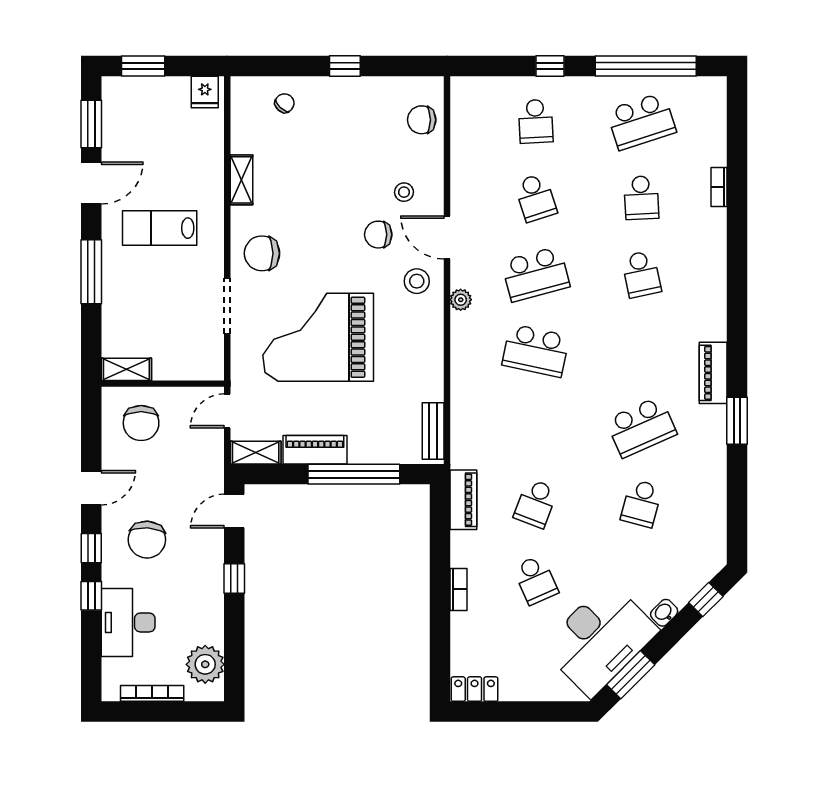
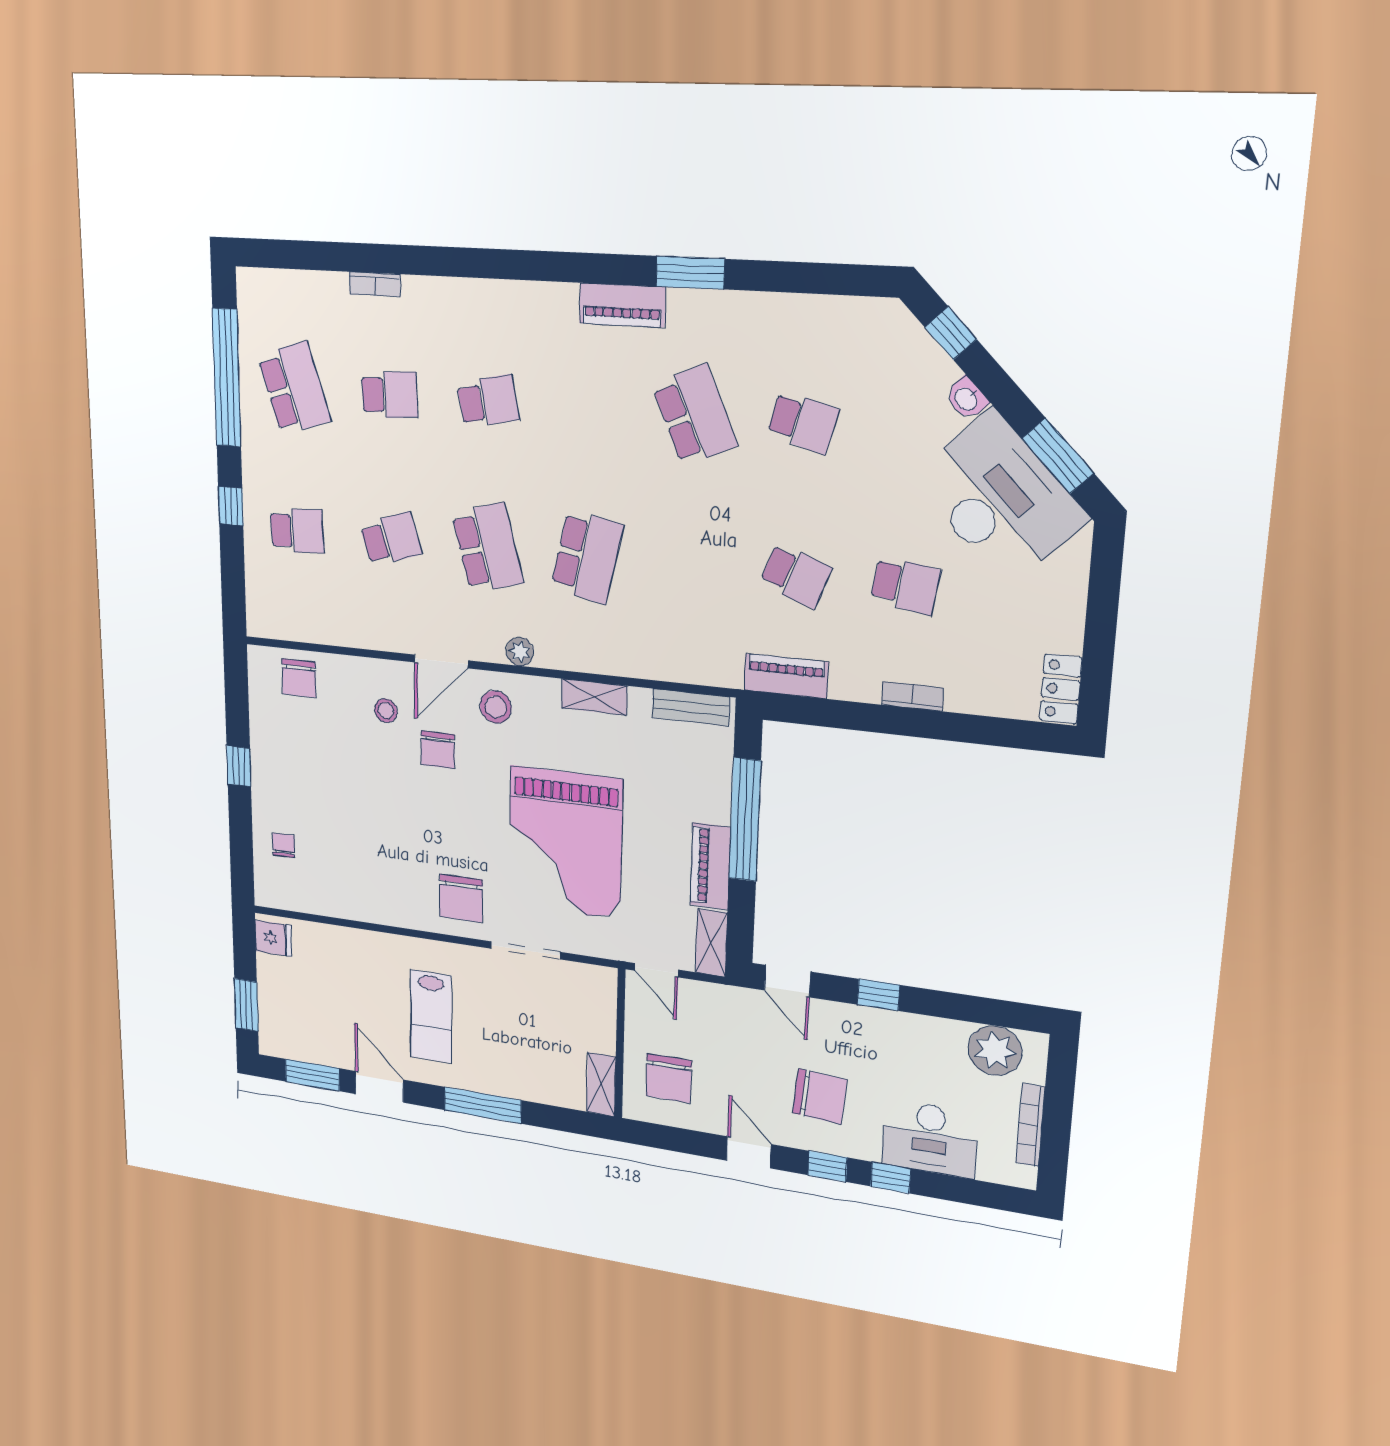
chair: (284, 103) -> (284, 845), turned 47
shelving: (242, 180) -> (594, 697), moved
chair: (141, 423) -> (669, 1078), turned 90
school desk: (536, 580) -> (905, 585), turned 33

